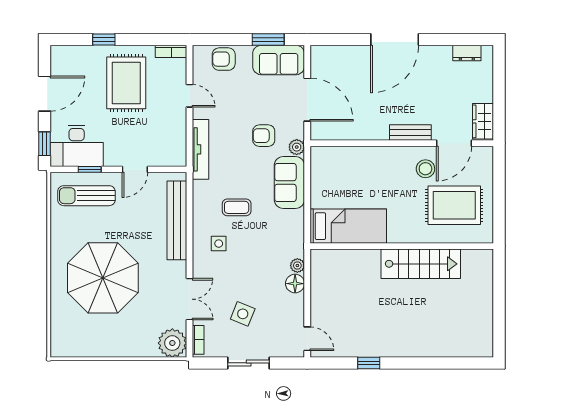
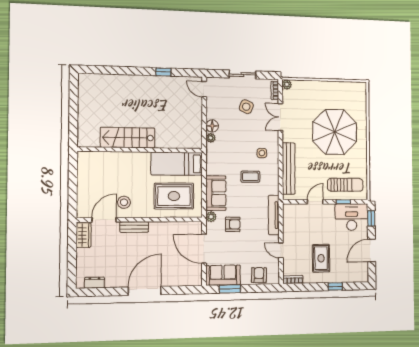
armchair: (224, 59) -> (259, 275), turned -88
rug: (126, 83) -> (321, 258), width x0.73, depth x0.70
rug: (454, 205) -> (174, 196), moved
plant: (172, 343) -> (287, 84), width x0.53, depth x0.53

